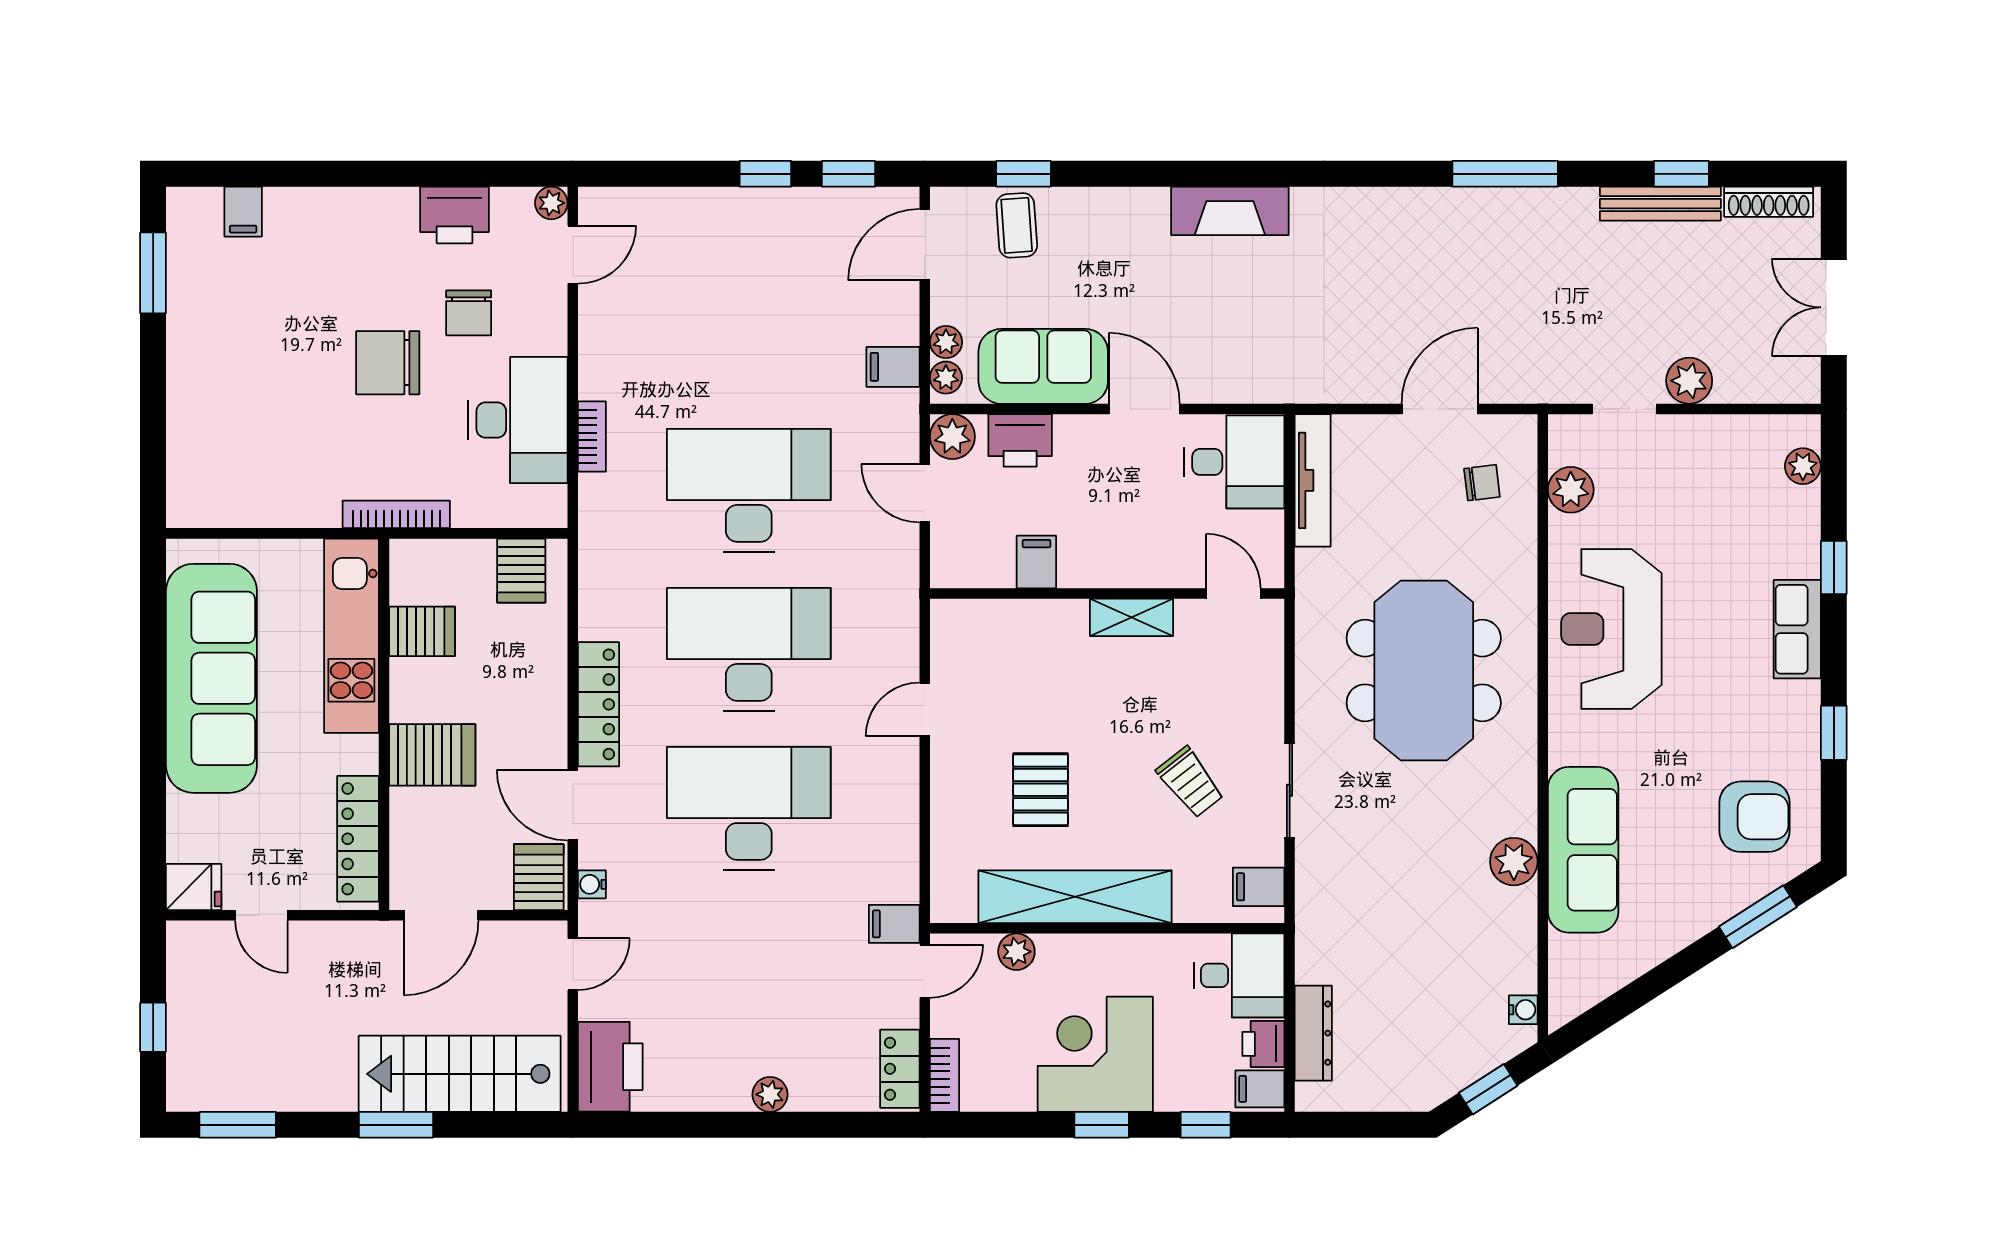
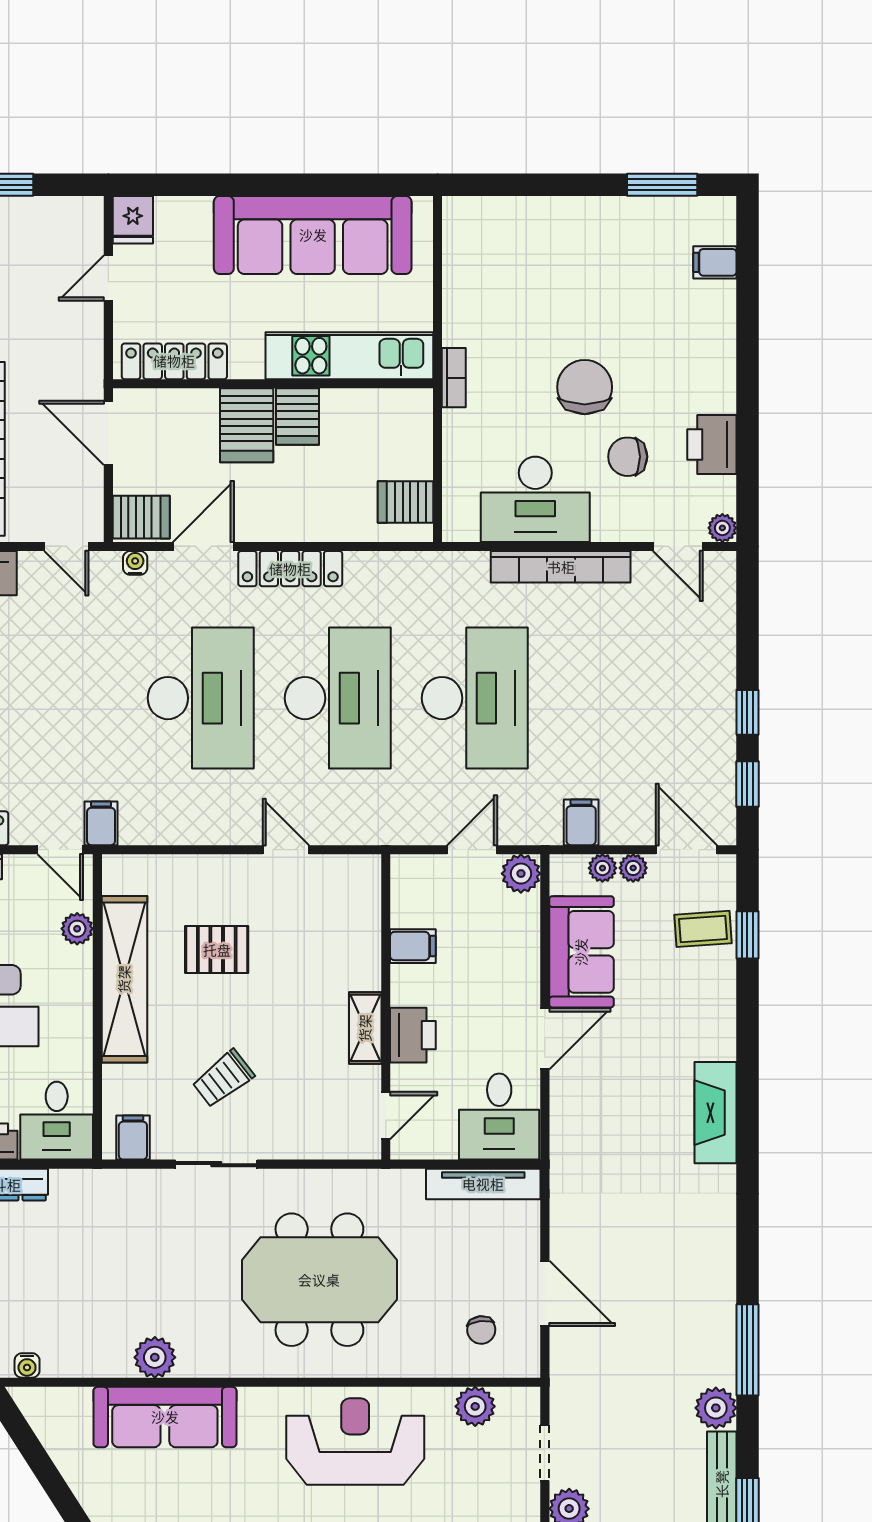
plant: (1572, 210) -> (716, 1408), added
plant: (946, 378) -> (633, 868), moved
bookcase: (592, 437) -> (561, 567), width x2.31, depth x1.31
printer: (1020, 440) -> (413, 1035), moved, turned 180
bookcase: (396, 514) -> (454, 378), width x0.64
server rack: (422, 631) -> (297, 417), moved

